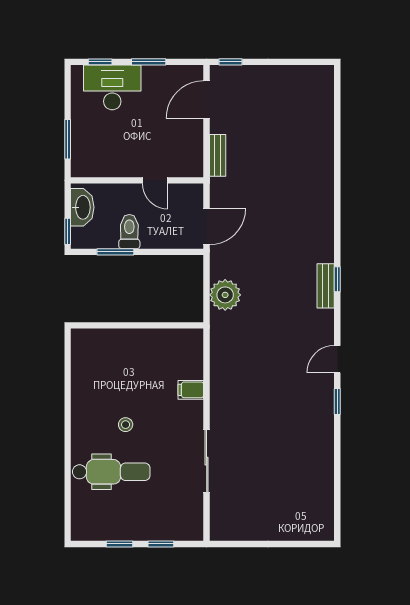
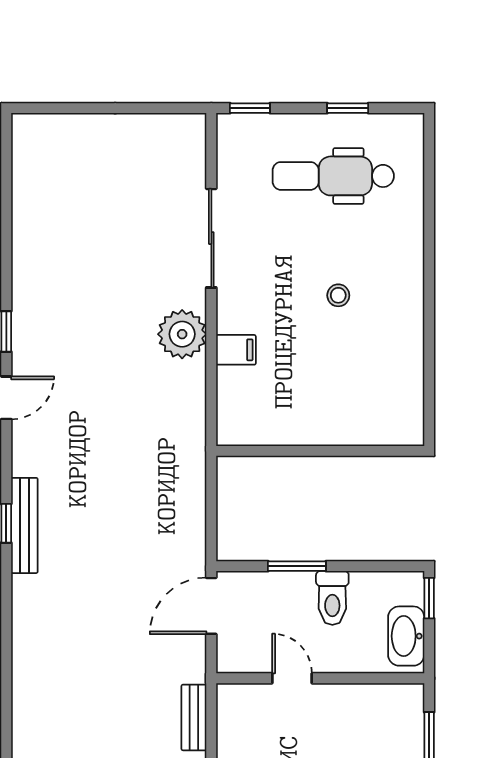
window: (115, 252) -> (297, 566), moved
bench: (326, 286) -> (24, 525), width x1.36
plant: (225, 295) -> (182, 334), moved
dental chair: (111, 472) -> (333, 176), moved
window: (161, 544) -> (250, 108), moved

